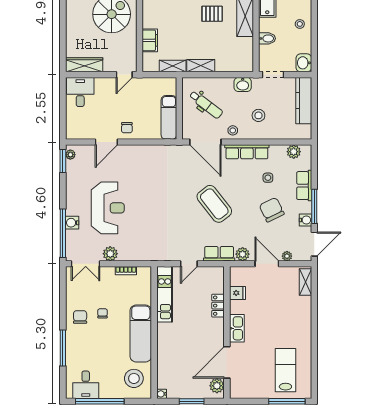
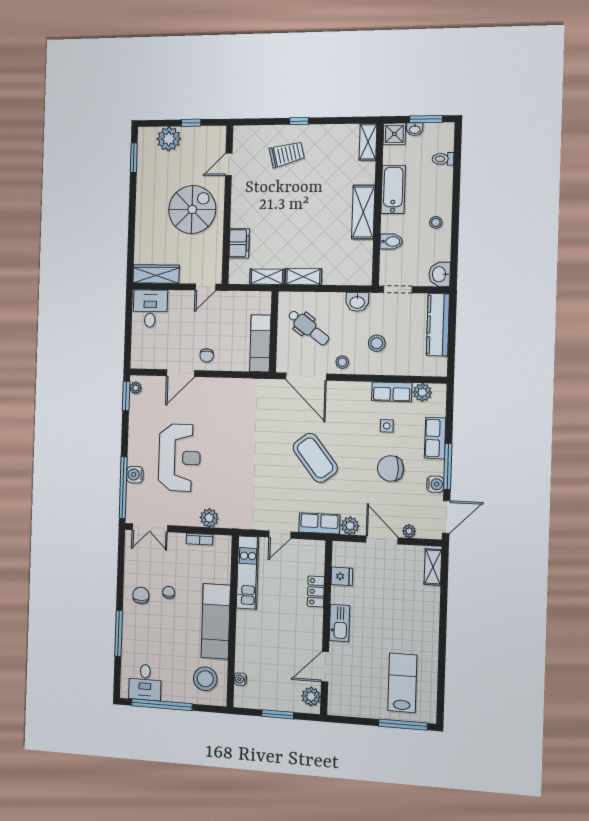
pallet: (212, 14) -> (320, 209), removed
row of seats: (247, 152) -> (392, 392), moved, width x0.68
chair: (272, 210) -> (390, 468), turned -64
plant: (110, 254) -> (209, 518), moved
door: (227, 362) -> (325, 667), width x0.73
water cooler: (162, 394) -> (240, 679), moved

